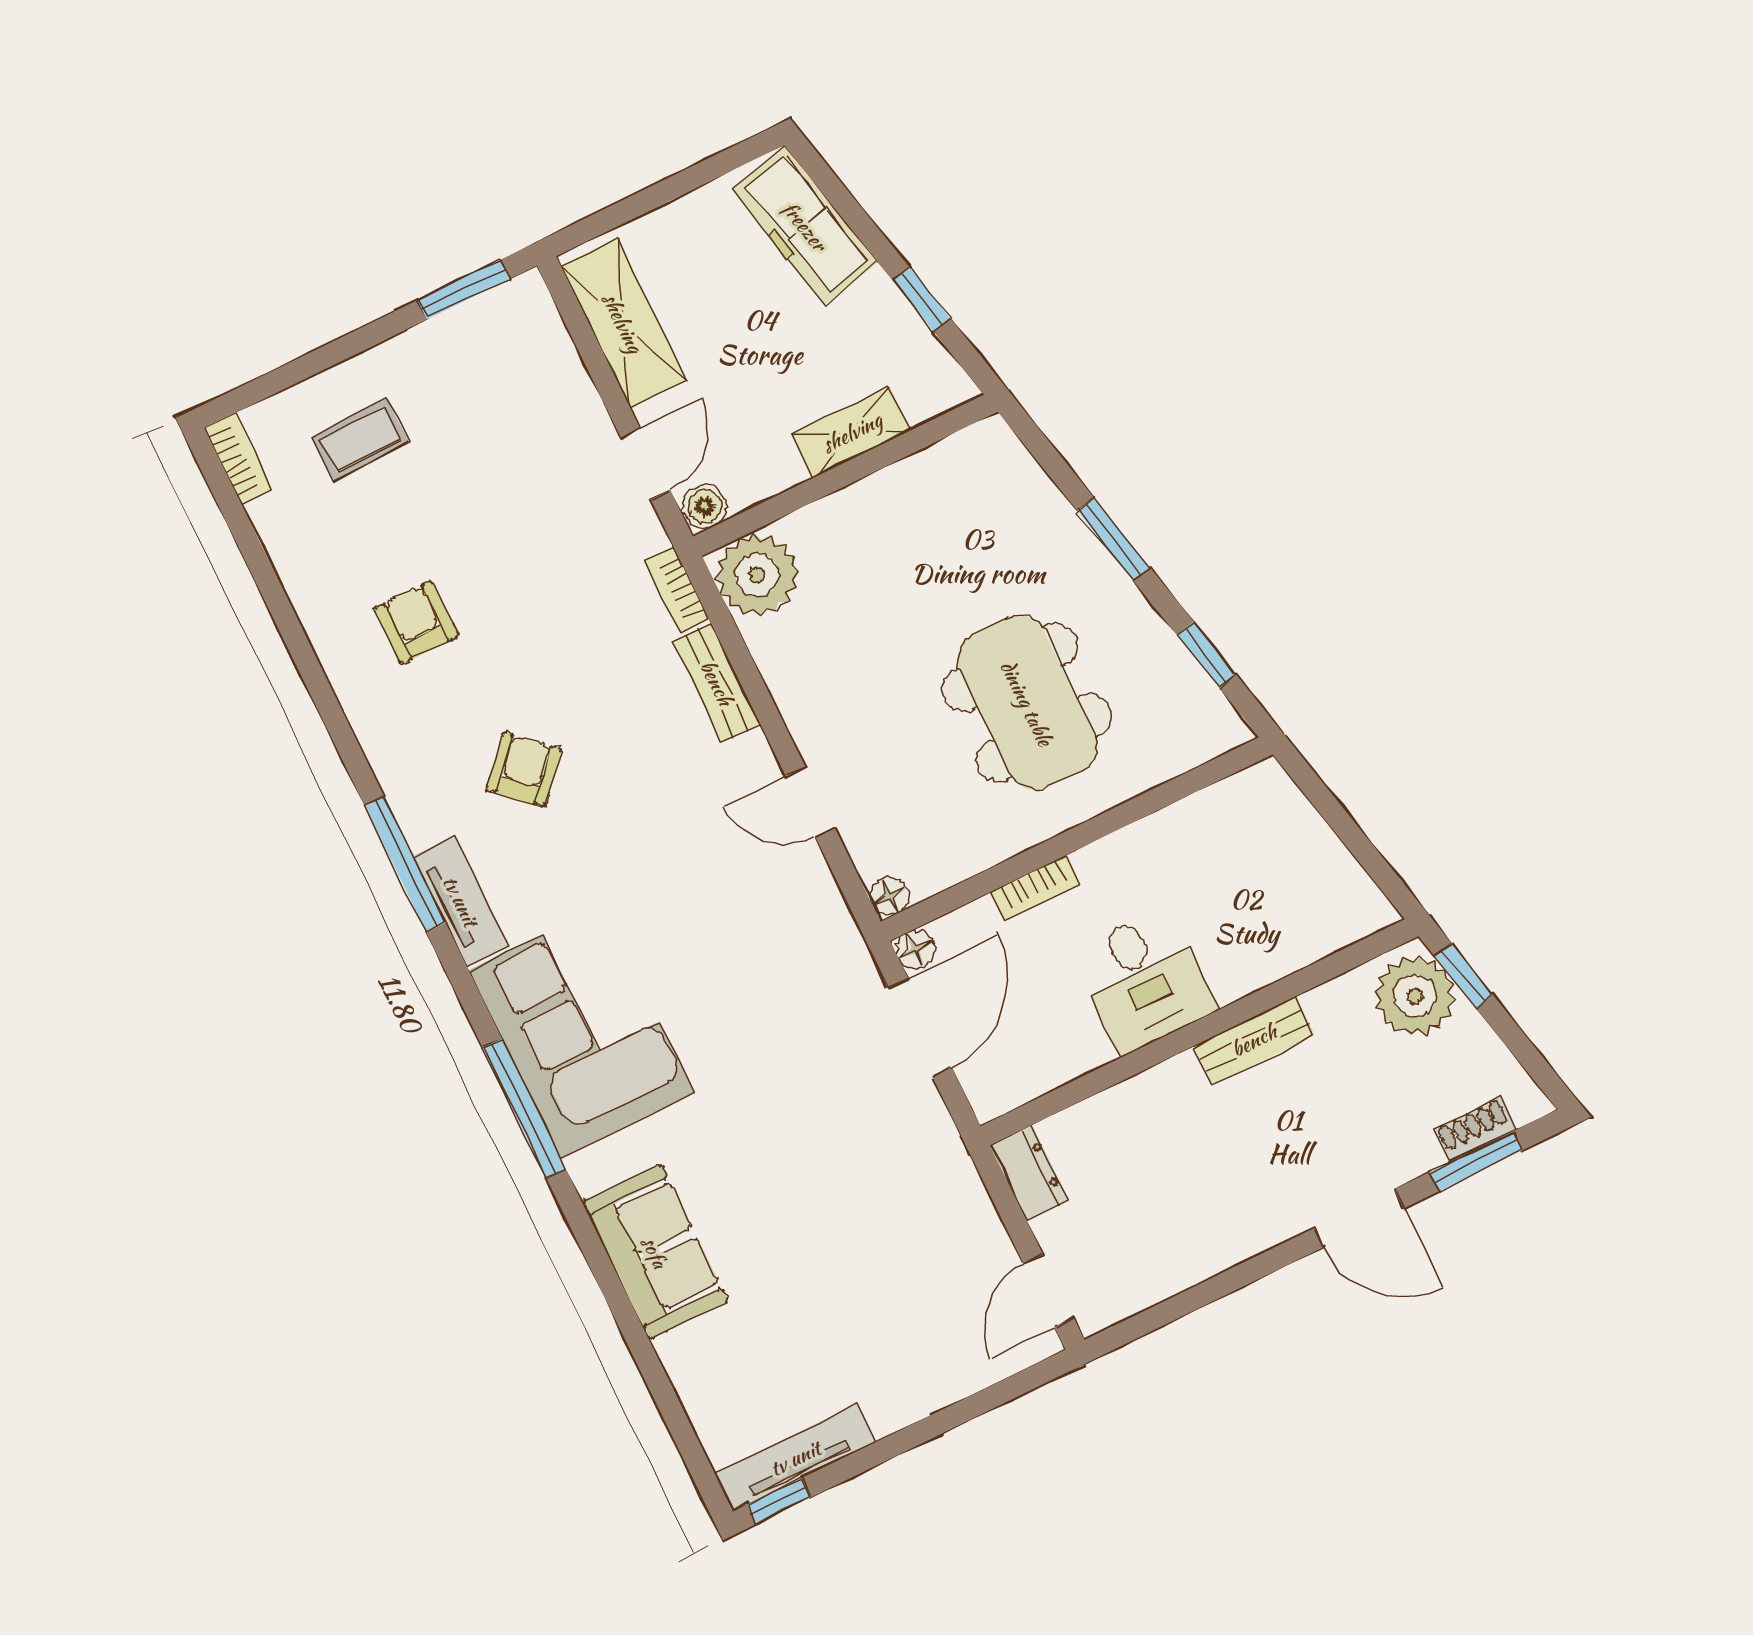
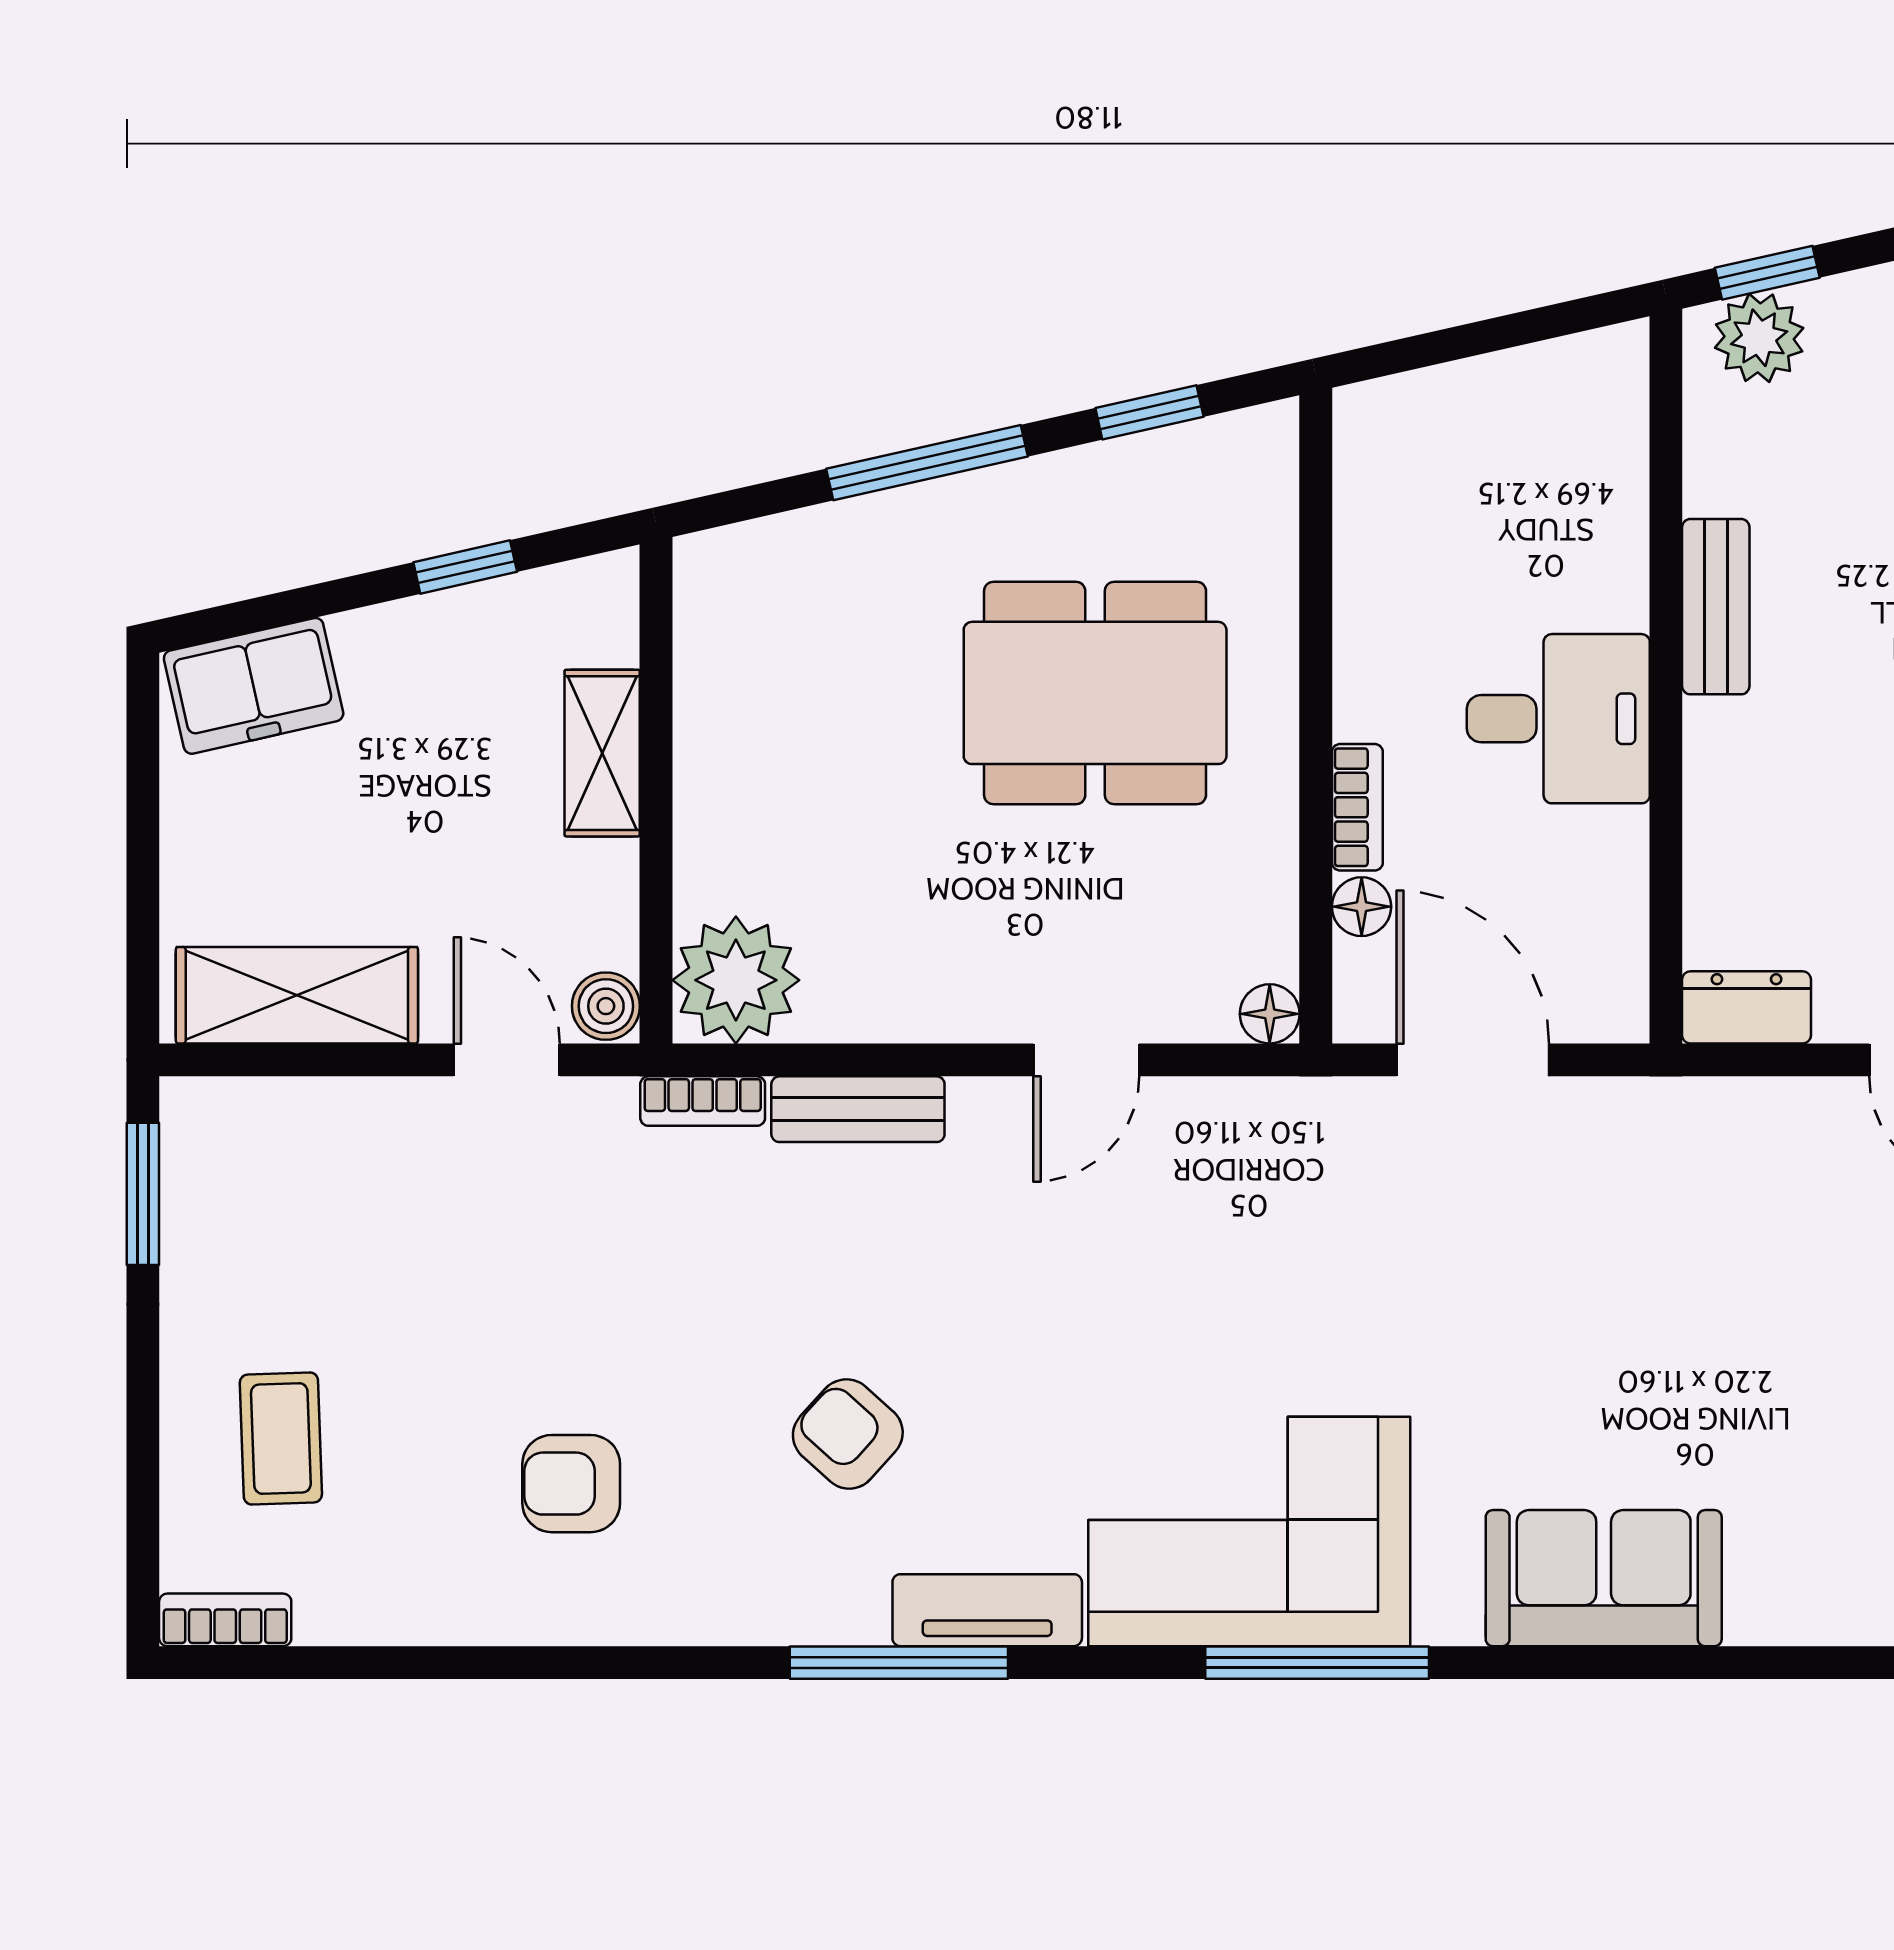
freezer: (805, 226) -> (254, 686), width x0.71
window: (1114, 539) -> (927, 463), width x1.44
floor lamp: (915, 950) -> (1362, 907), moved
plant: (1415, 996) -> (1759, 338), width x0.73, depth x0.73

